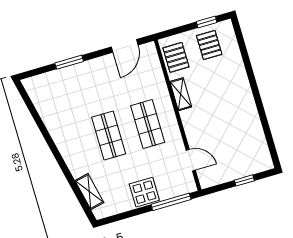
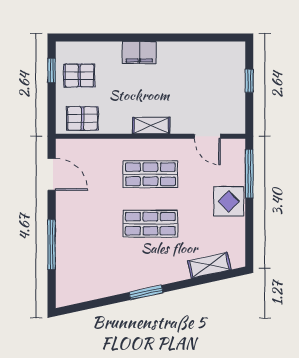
window: (69, 62) -> (52, 245), width x1.44
filing cabinet: (241, 87) -> (139, 53), added
shelving: (181, 94) -> (151, 125), moved
window: (53, 148) -> (146, 292), added
door: (191, 160) -> (207, 136), swing flipped

